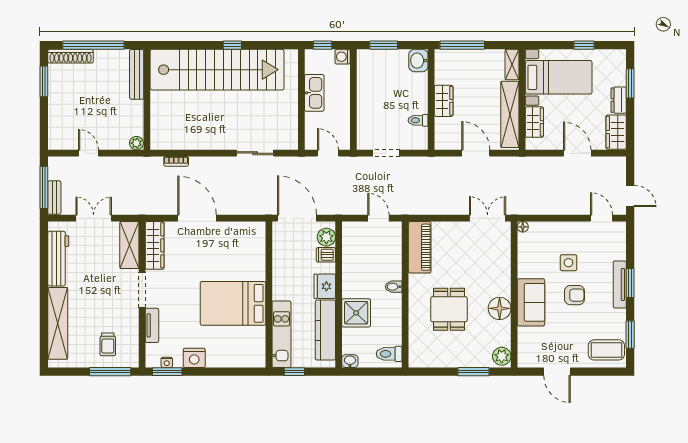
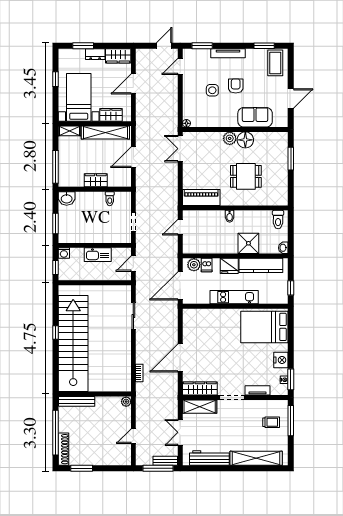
kitchen sink: (314, 93) -> (98, 255), moved, turned 180
window: (630, 283) -> (202, 46), moved
sofa: (531, 302) -> (255, 117), moved
bed: (233, 303) -> (264, 327), moved, turned 90
kitchen unit: (281, 334) -> (234, 297), moved
plant: (502, 356) -> (230, 138), moved

